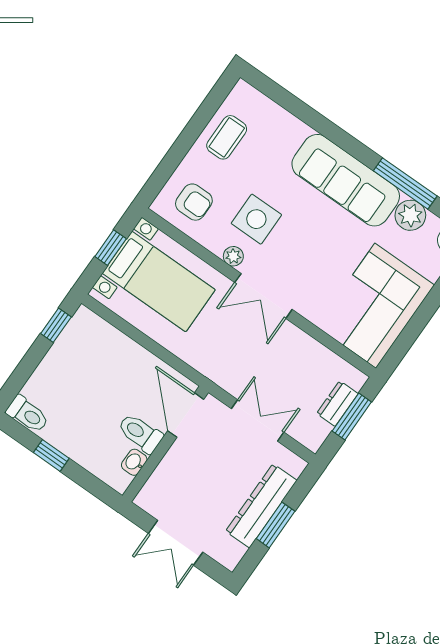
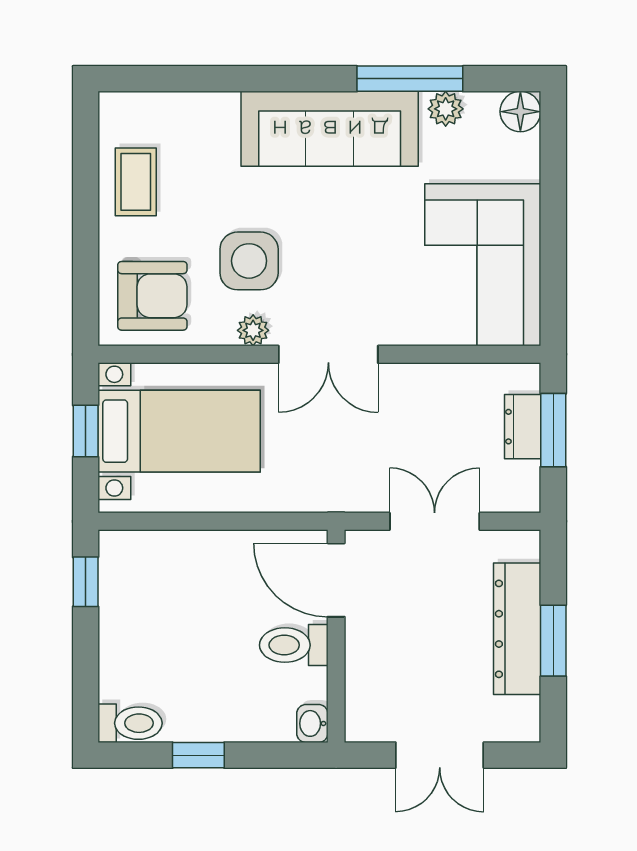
armchair: (194, 202) -> (152, 296), width x1.38, depth x1.38
plant: (410, 215) -> (446, 109), width x0.73, depth x0.73
washbasin: (134, 462) -> (312, 723), moved

